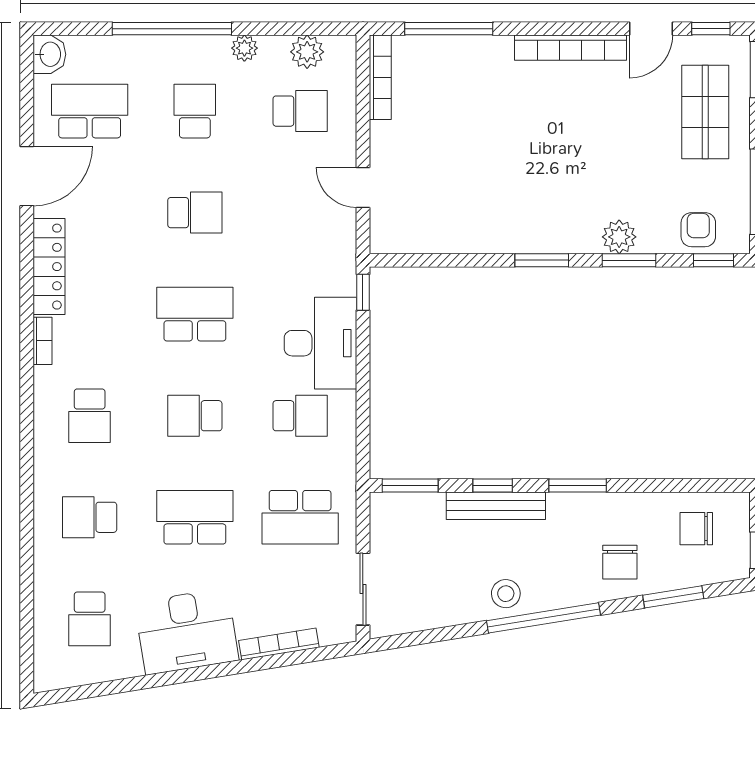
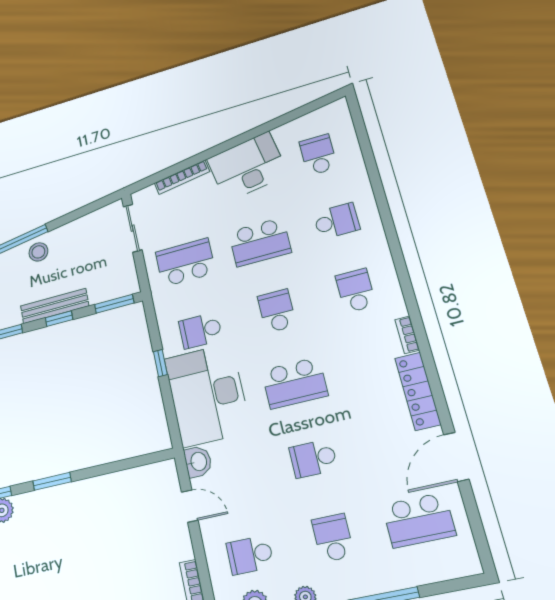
washbasin: (49, 54) -> (198, 462), moved, turned 180
school desk: (195, 111) -> (333, 538), turned 180
window: (363, 292) -> (160, 363), moved
desk: (320, 343) -> (207, 395), width x1.36, depth x1.30
school desk: (195, 416) -> (277, 311), turned -90

